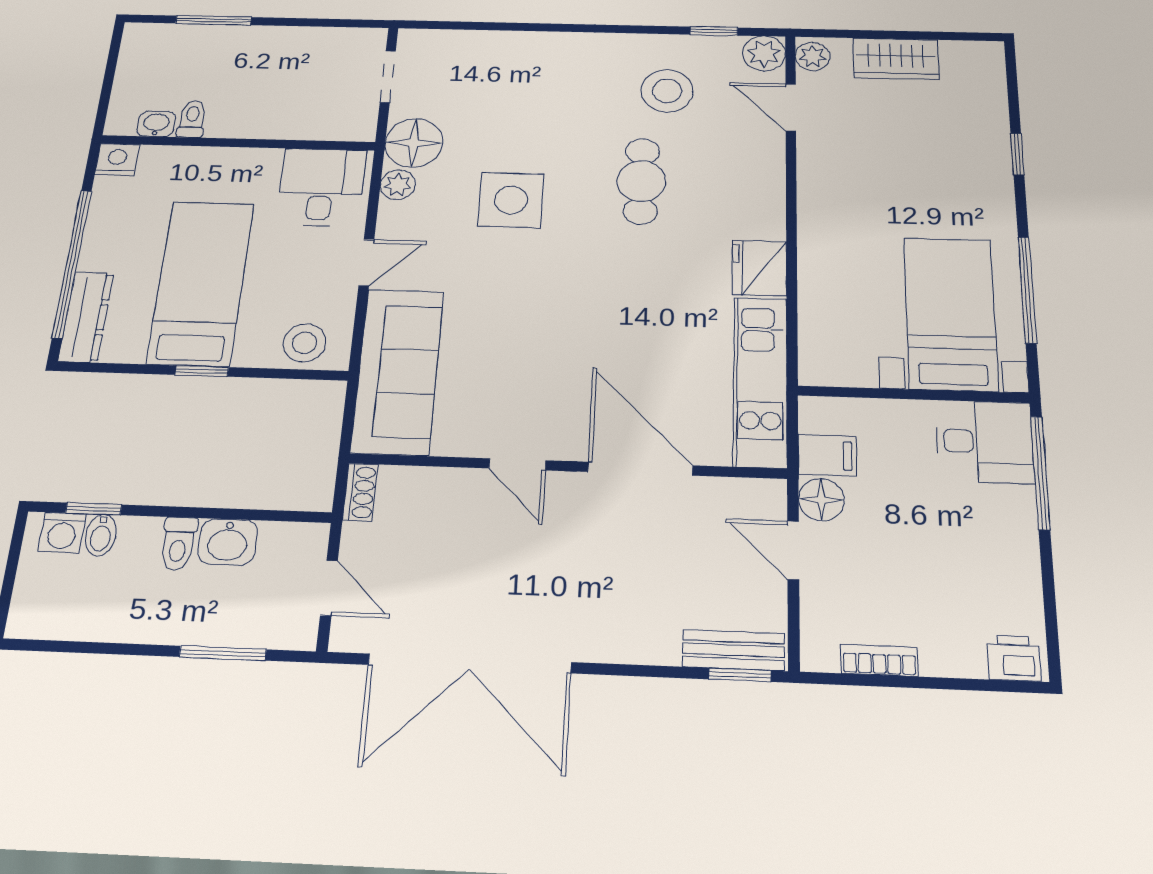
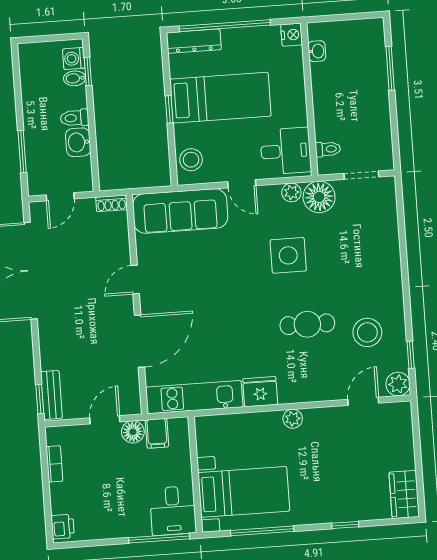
plant: (813, 56) -> (293, 419), moved
wardrobe: (896, 59) -> (404, 494), moved
toilet: (192, 119) -> (328, 149), moved

